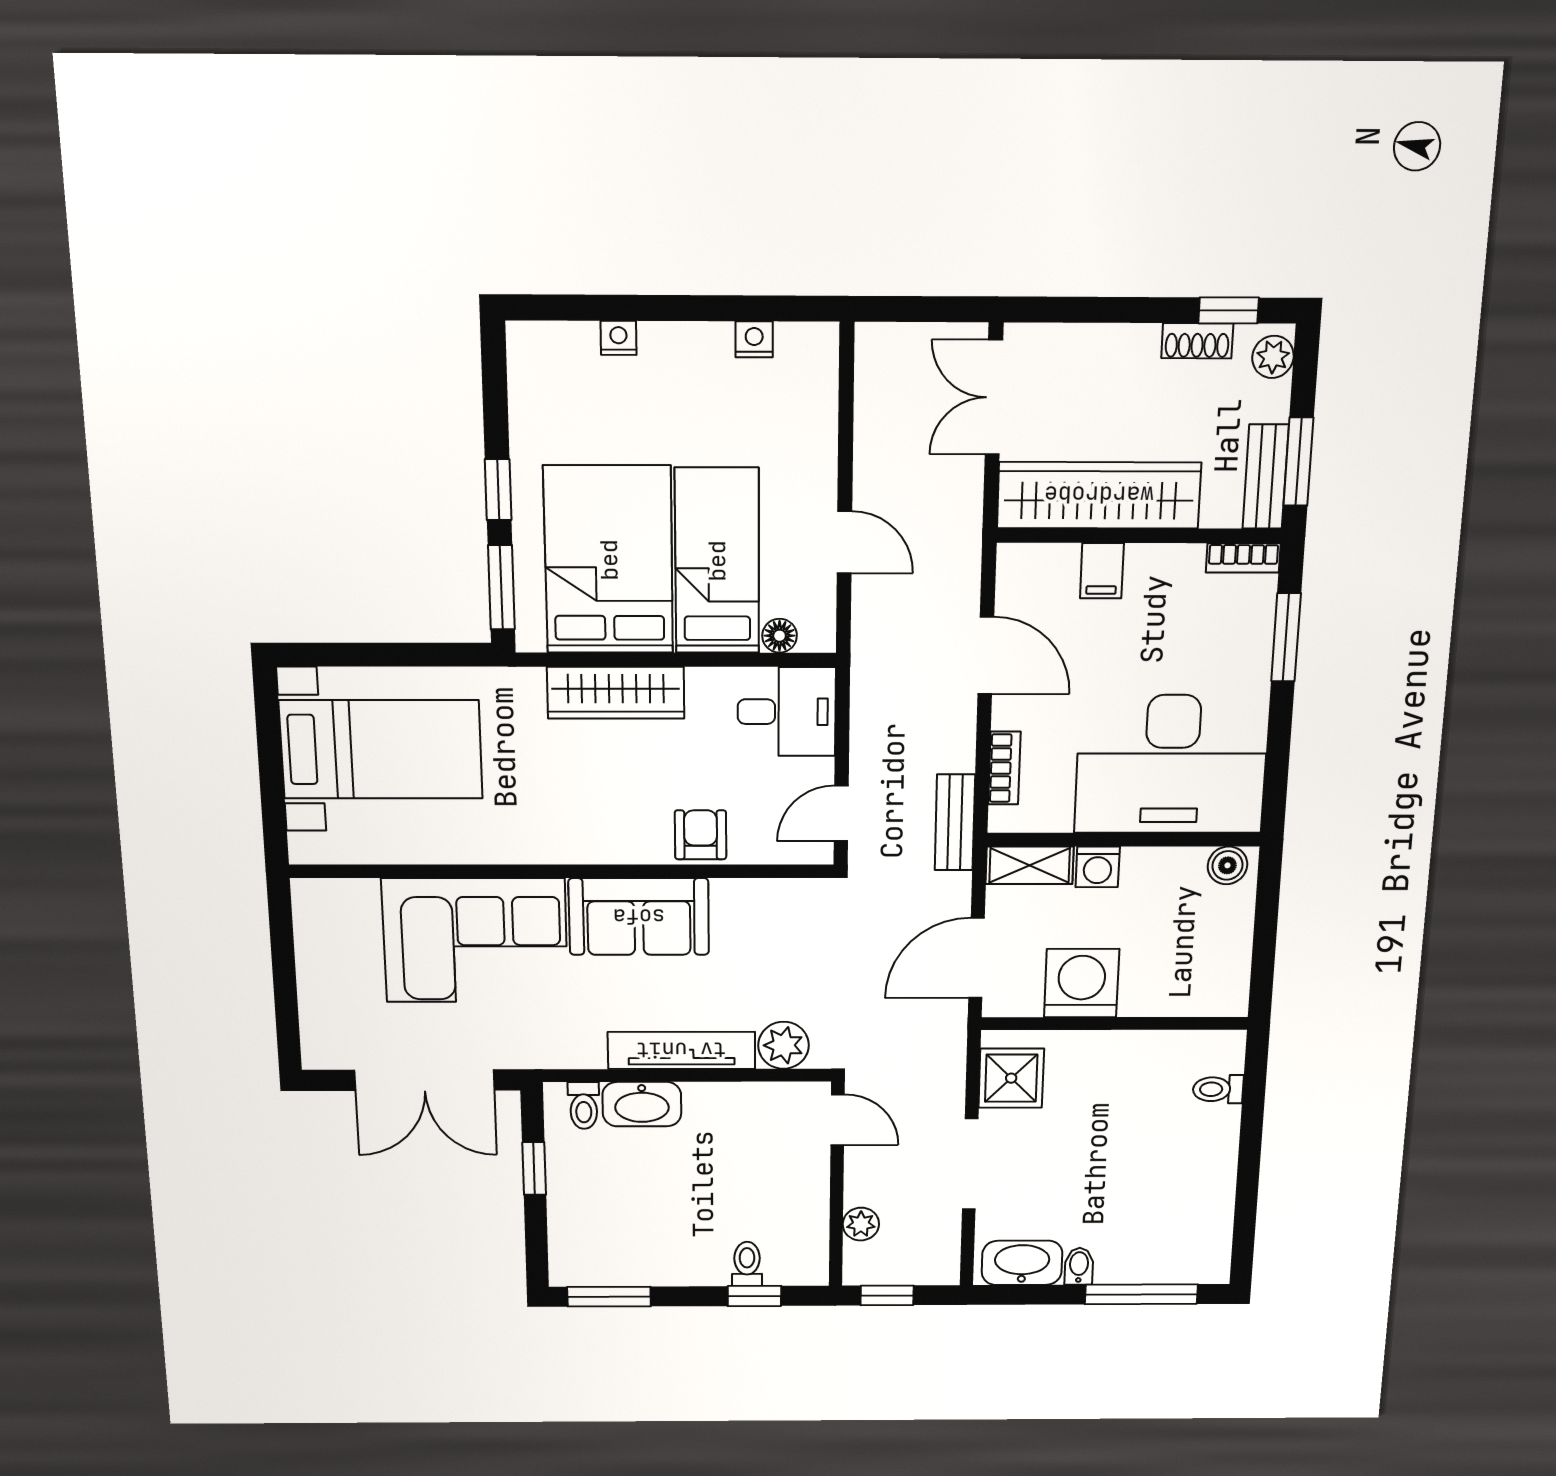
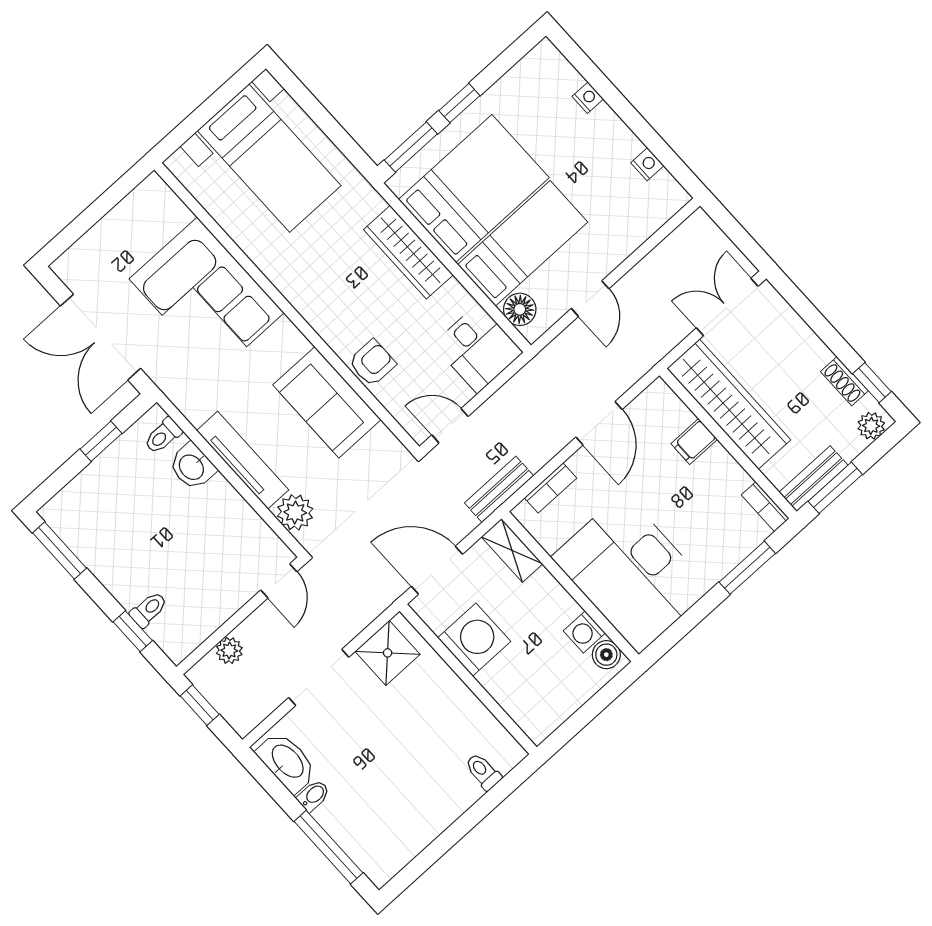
floor lamp: (780, 636) -> (520, 309), width x1.37, depth x1.37
washing machine: (1098, 867) -> (584, 632), moved
sofa: (639, 917) -> (327, 402), moved
washbasin: (642, 1104) -> (192, 467), width x0.72

